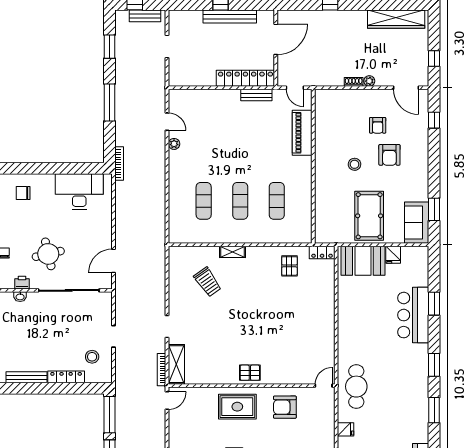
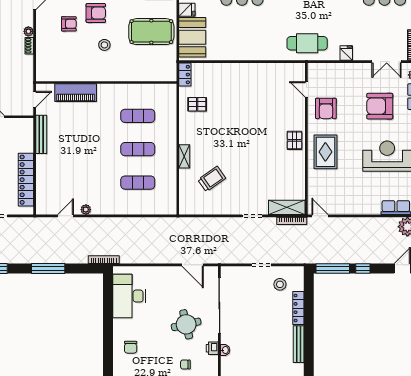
locker: (245, 78) -> (26, 180), moved
bench: (256, 95) -> (41, 134), width x1.36
door: (324, 386) -> (306, 89), moved

